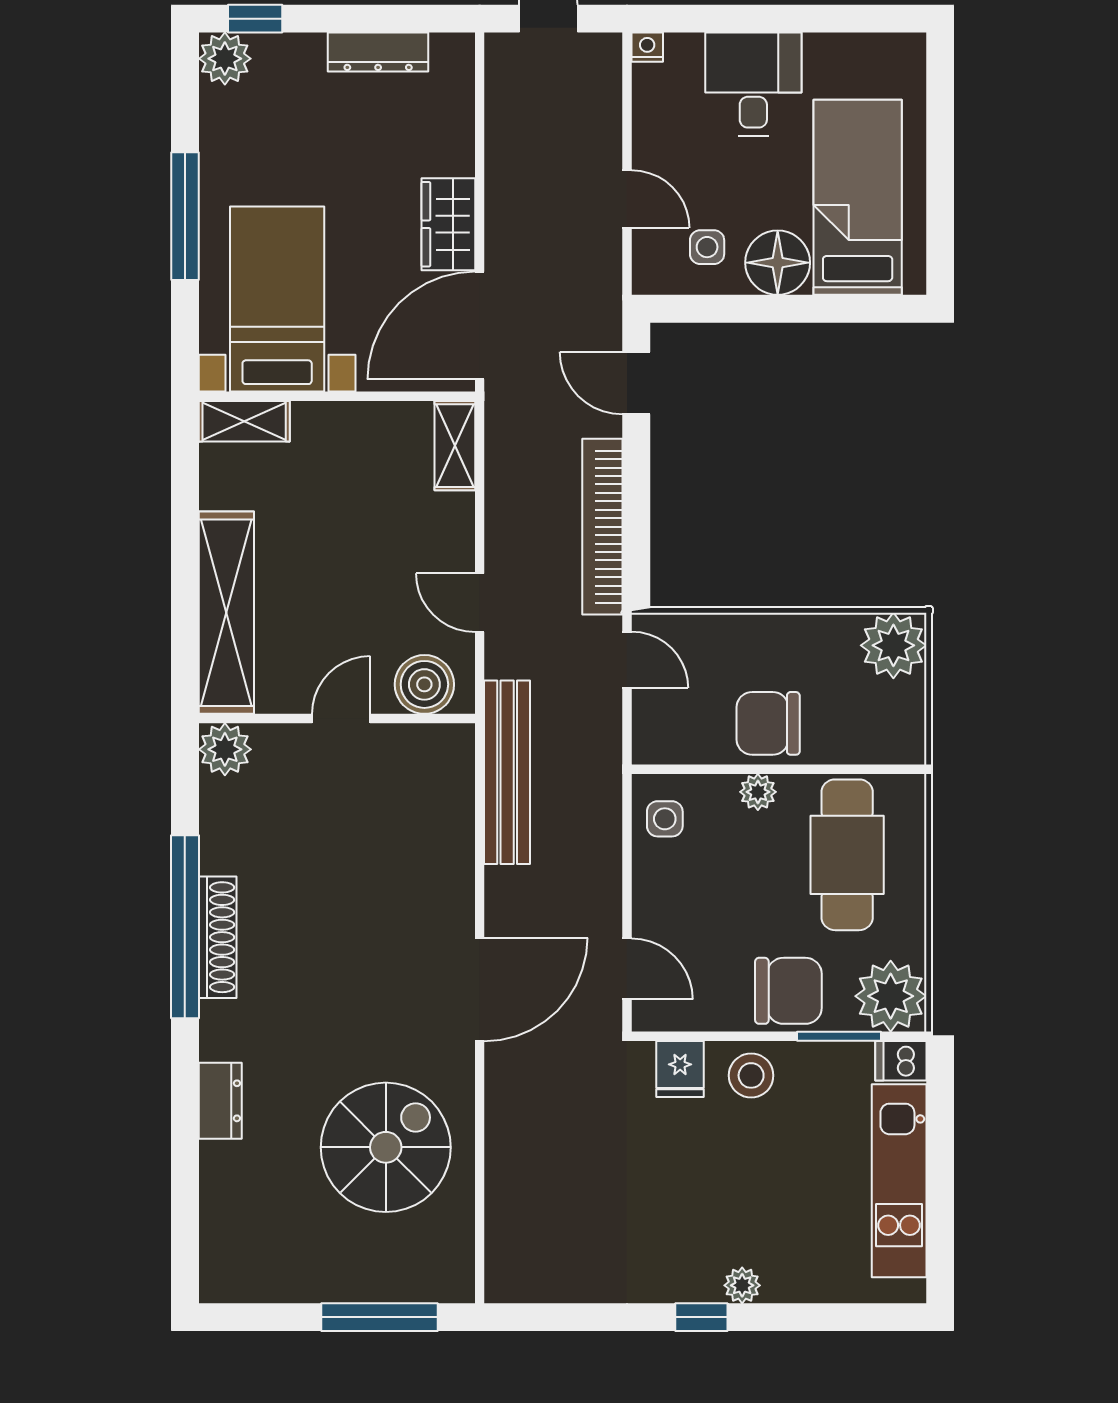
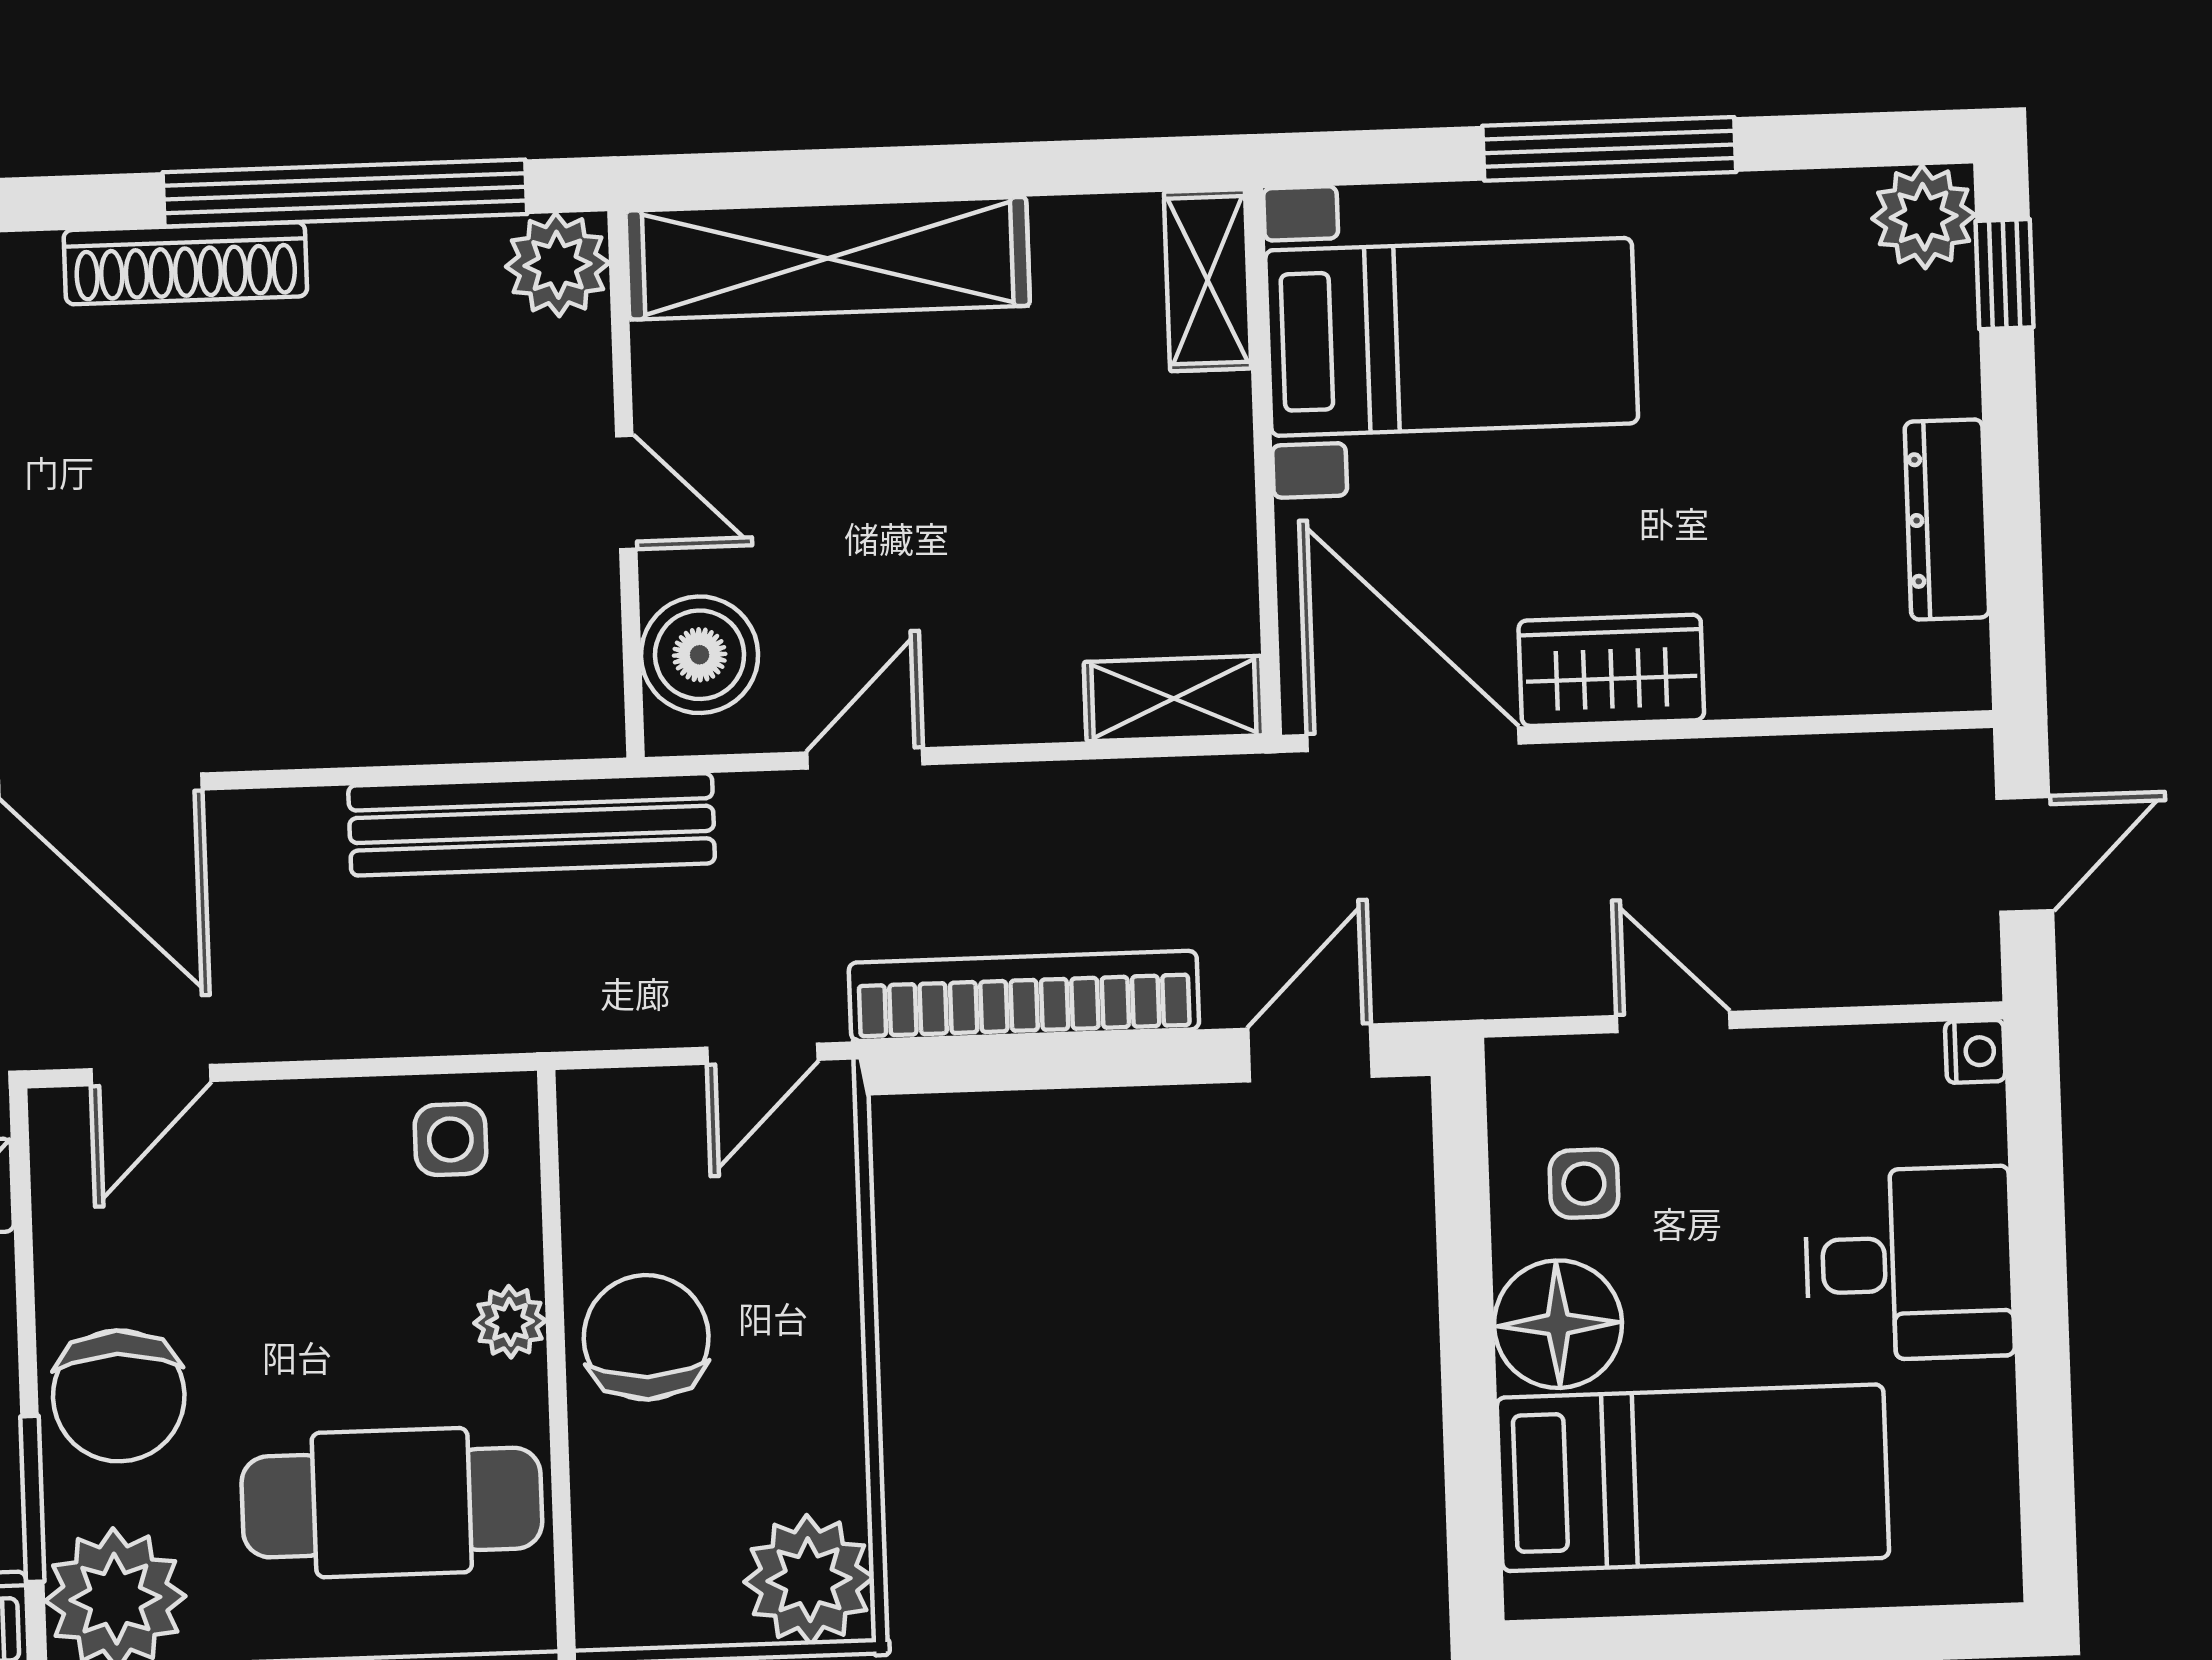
door: (627, 199) -> (1673, 1022), swing flipped
window: (185, 927) -> (345, 193), moved

